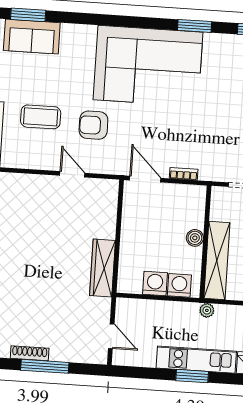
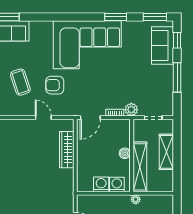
coffee table: (41, 117) -> (20, 82), turned 72
plant: (210, 171) -> (131, 110), added
door: (145, 179) -> (90, 118), swing flipped
wardrobe: (103, 268) -> (67, 150), moved

